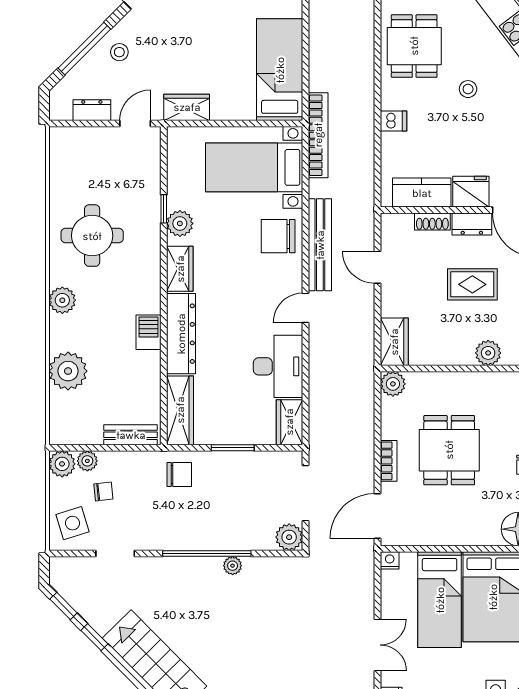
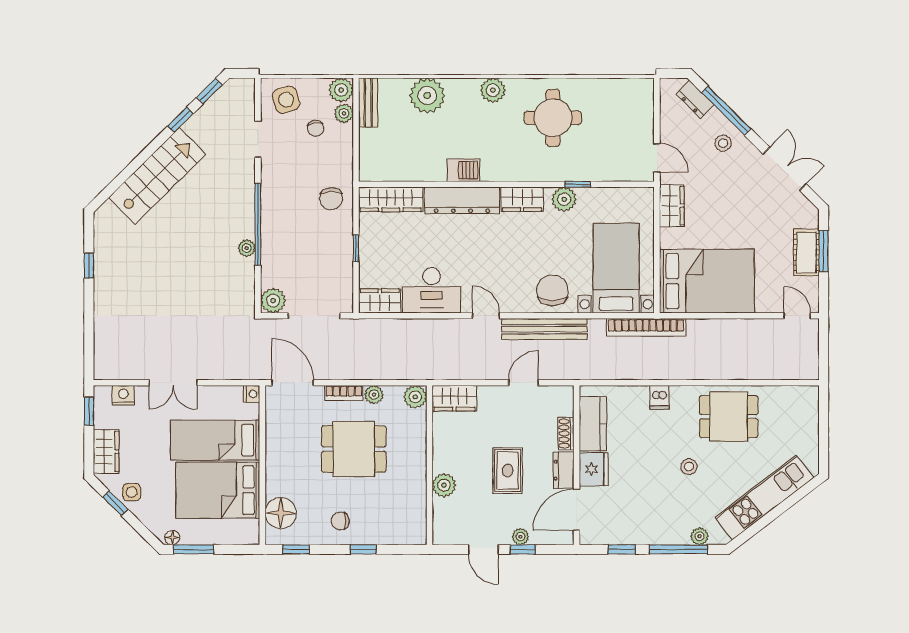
bed: (280, 70) -> (707, 281), width x1.50
dresser: (92, 110) -> (695, 99), moved, turned 135
plant: (390, 429) -> (374, 395), added
bench: (131, 435) -> (368, 103), moved
window: (233, 448) -> (356, 248), width x0.67

